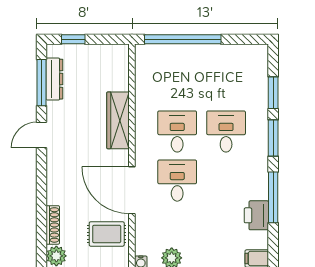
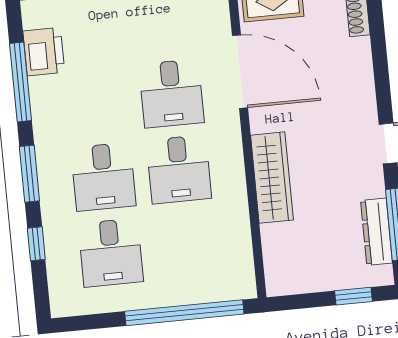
desk: (226, 82) -> (111, 253), added
window: (273, 93) -> (36, 244), width x0.67

